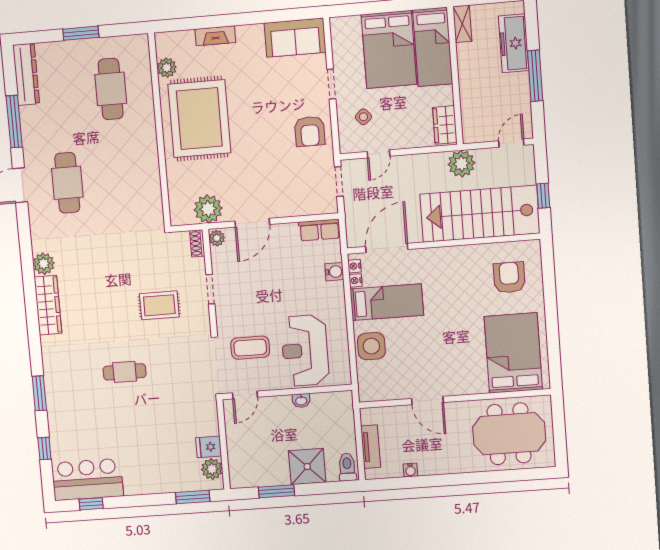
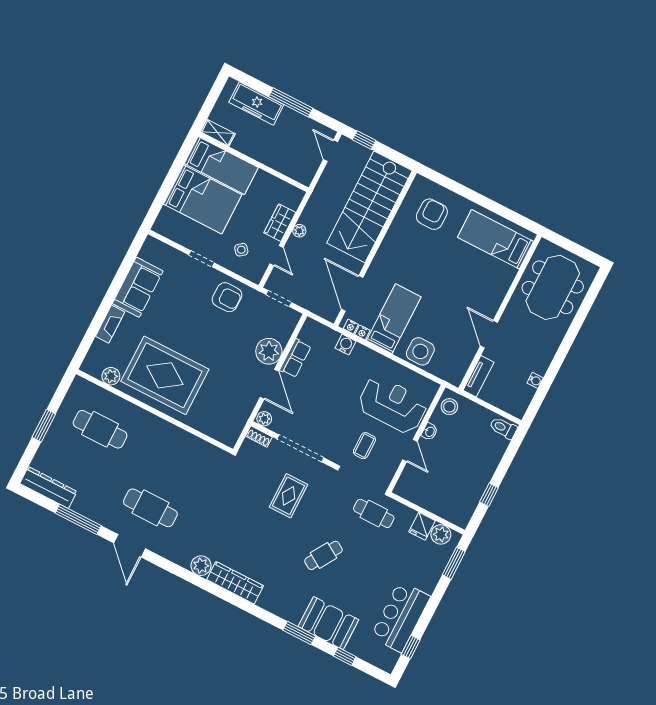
sofa: (295, 38) -> (138, 287), moved
wardrobe: (445, 125) -> (280, 223), moved, turned 90
plant: (461, 164) -> (299, 231), moved, width x0.53, depth x0.53
window: (543, 196) -> (364, 140), moved
plant: (208, 209) -> (269, 351), moved
row of seats: (319, 230) -> (295, 358), moved
armchair: (509, 277) -> (432, 214), turned 90
doorway: (210, 289) -> (300, 448), width x1.88
coffee table: (250, 348) -> (364, 446), width x0.73, depth x0.77
reception desk: (305, 350) -> (392, 405), turned 180
bed: (513, 353) -> (496, 239), width x0.67
cafe table: (125, 372) -> (323, 555), turned 32
cafe table: (193, 395) -> (374, 513), added
door: (245, 395) -> (410, 451), moved
door: (427, 400) -> (489, 334), swing flipped
stool: (336, 405) -> (449, 407), added
booth: (65, 415) -> (328, 623), added
tv unit: (371, 447) -> (478, 376), moved, turned 90
shower: (307, 467) -> (484, 459), removed
bar counter: (87, 479) -> (401, 617), moved
window: (276, 491) -> (489, 495), width x0.67

